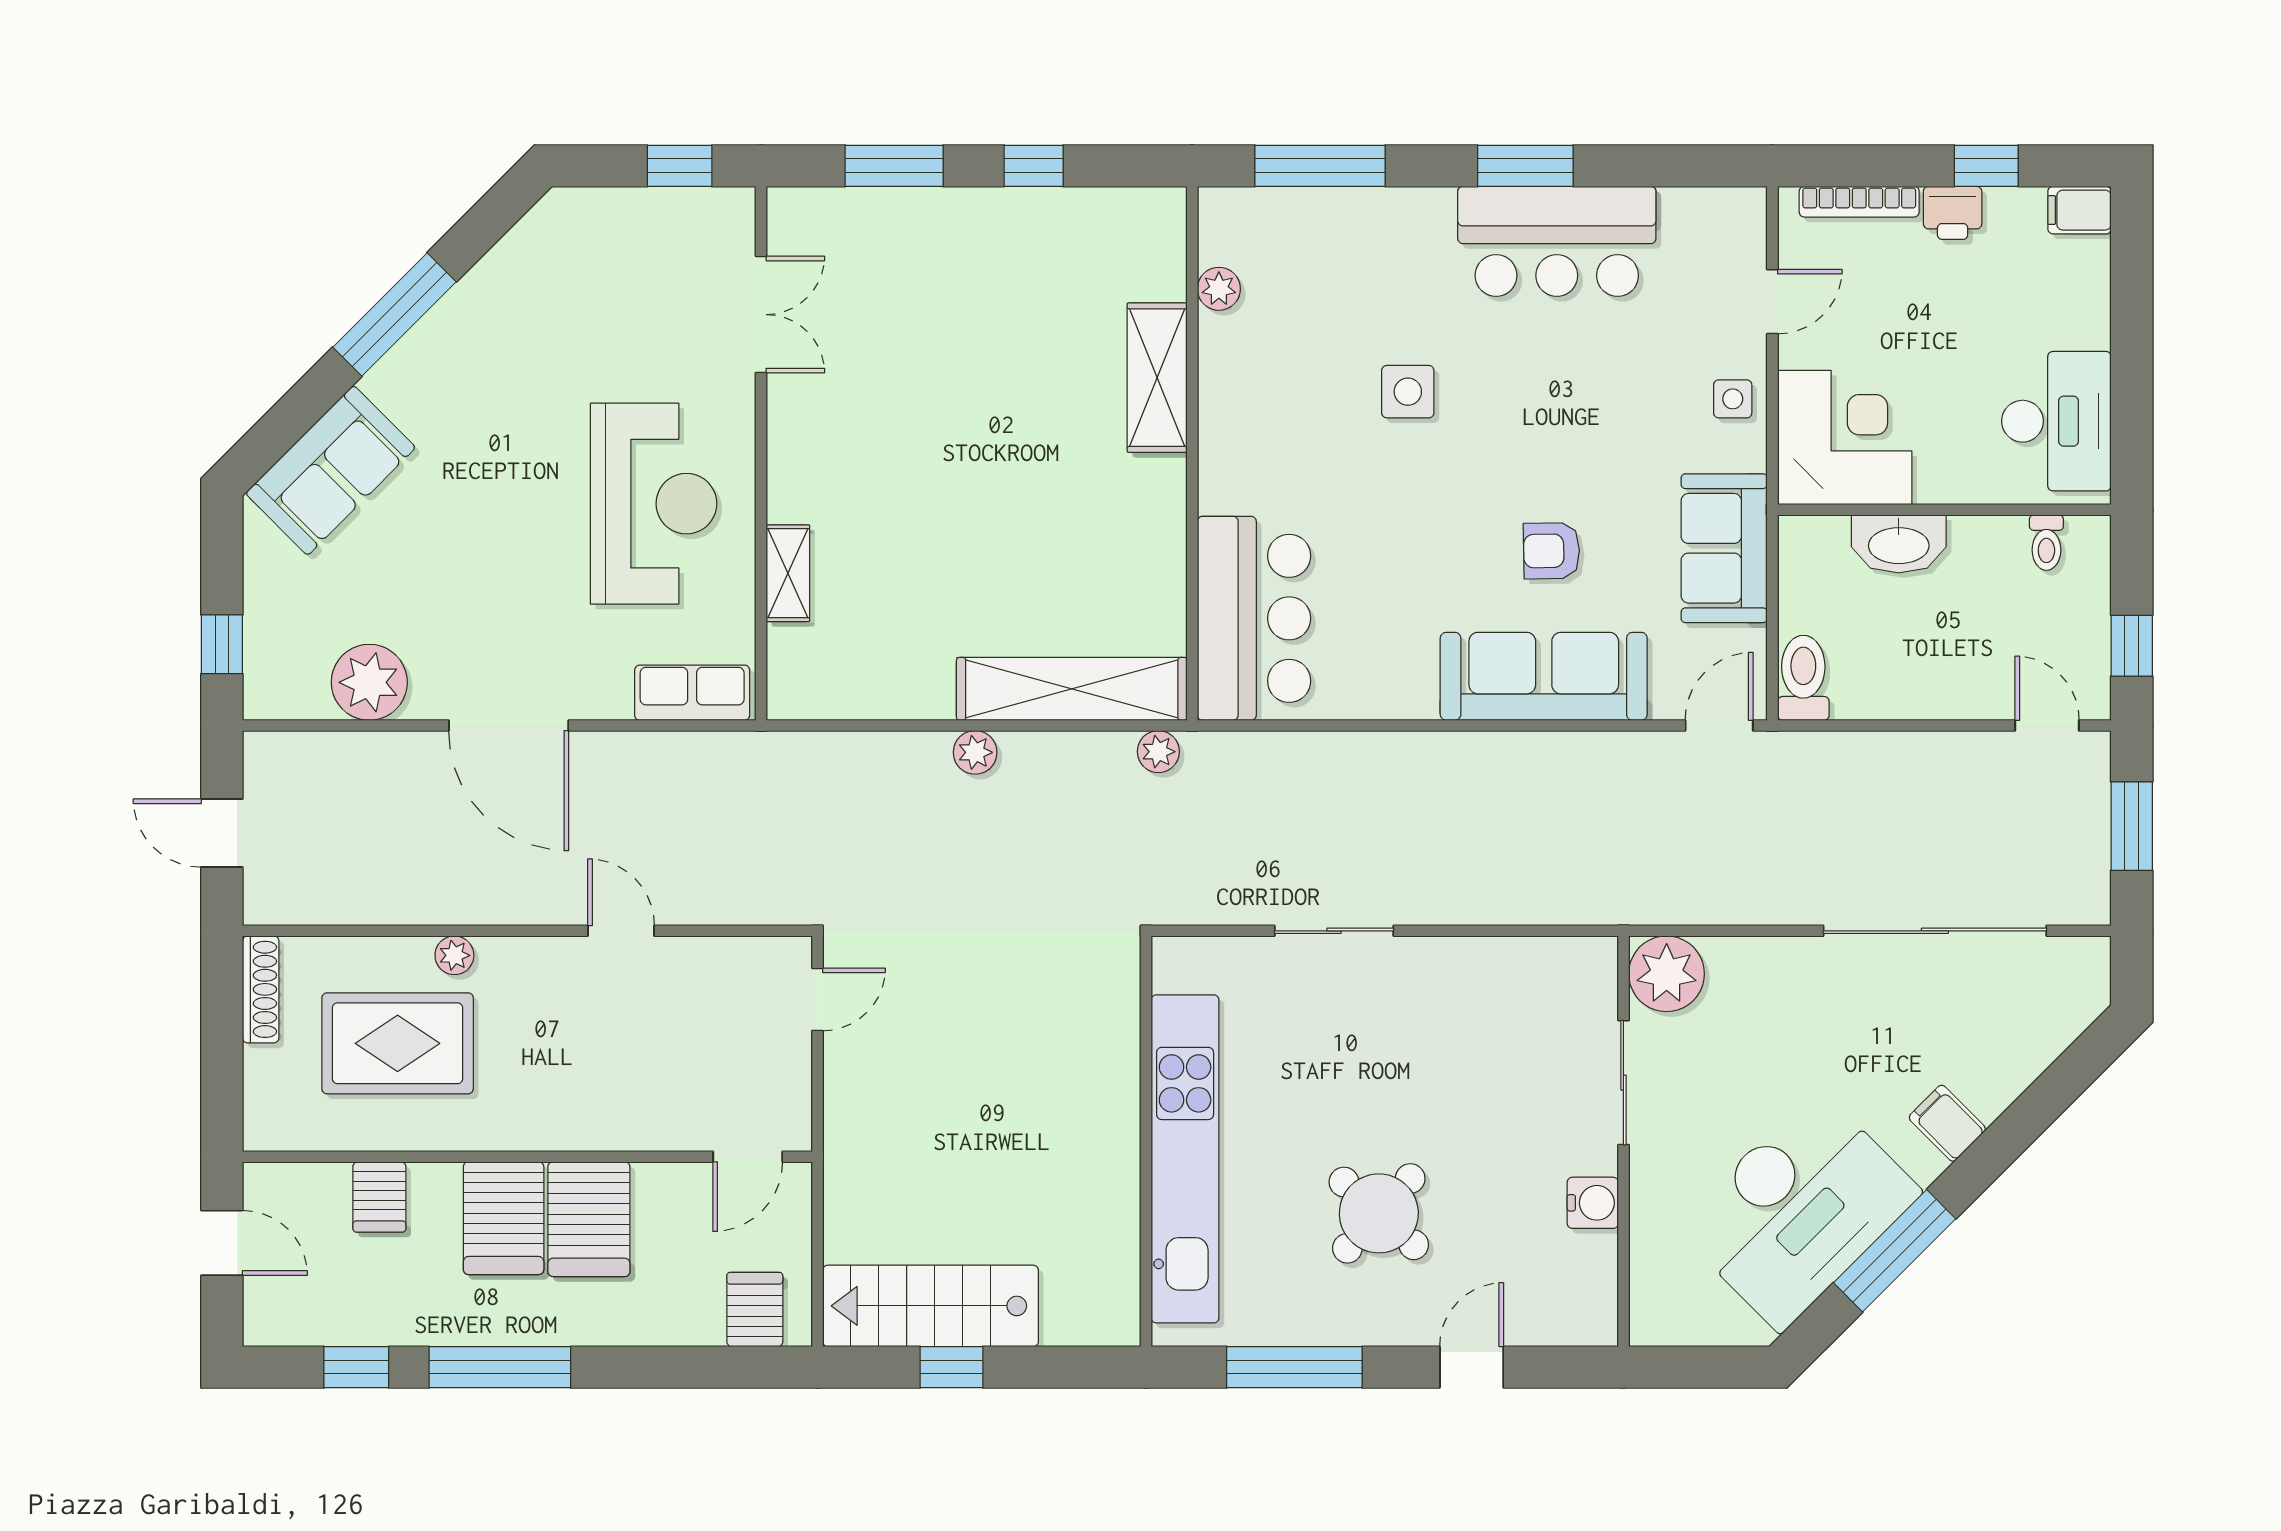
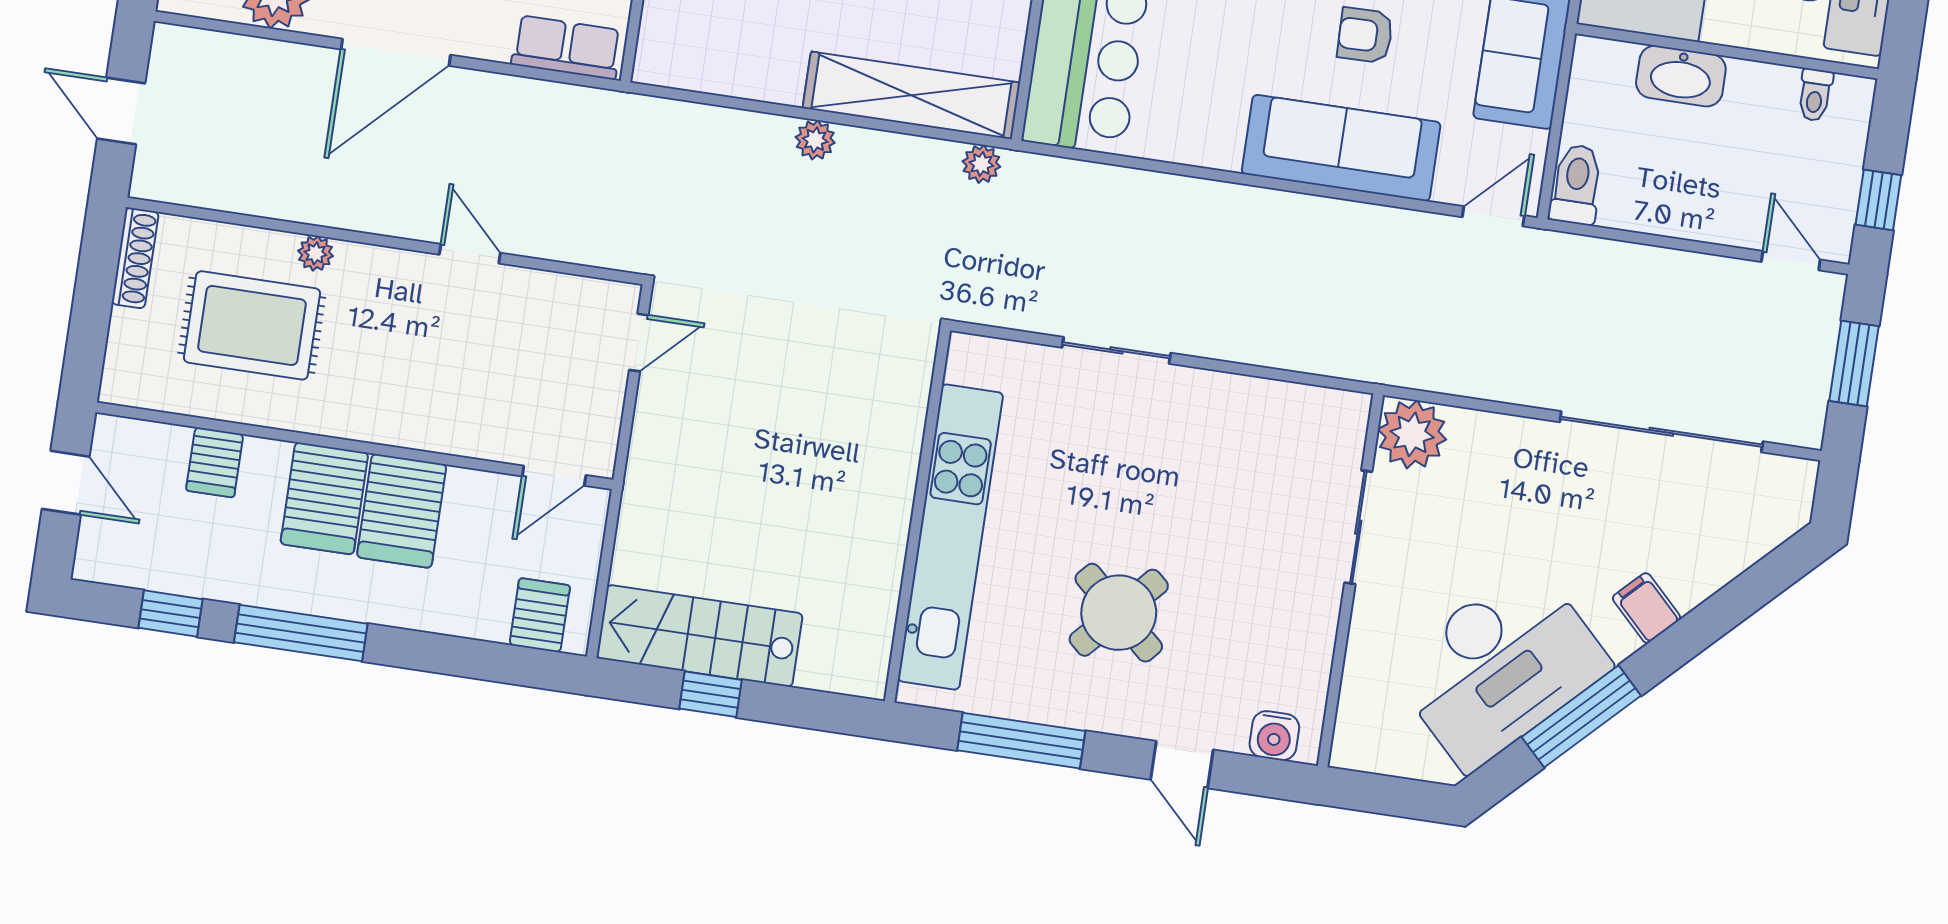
door: (509, 725) -> (396, 52), hinge flipped
water cooler: (1593, 1203) -> (1274, 736), moved, turned 90
door: (1472, 1367) -> (1182, 765), swing flipped

